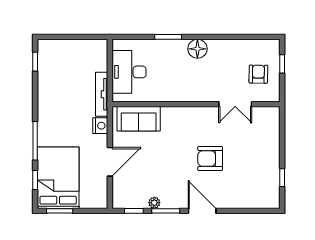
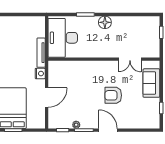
desk: (129, 72) -> (63, 38), width x1.36, depth x1.30
armchair: (258, 74) -> (145, 39), removed
sofa: (139, 119) -> (151, 83), moved, turned 90

